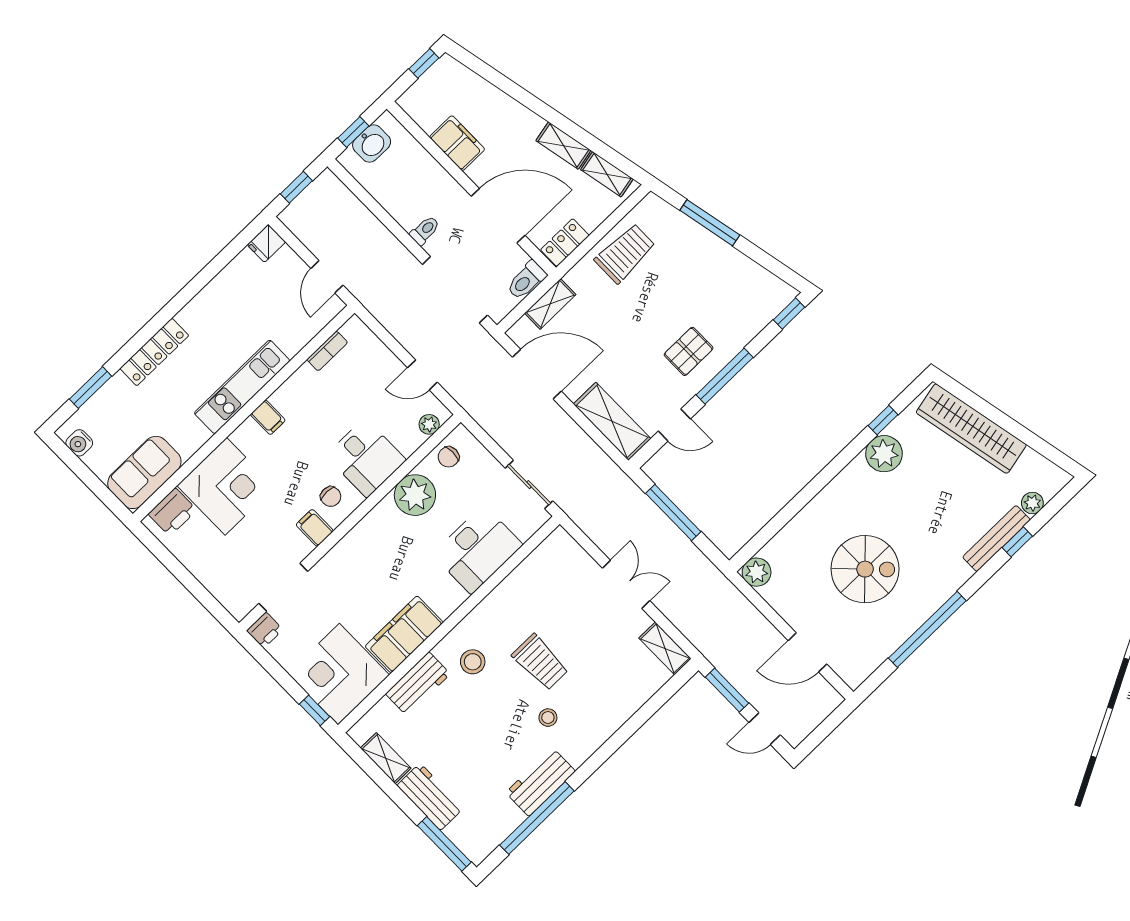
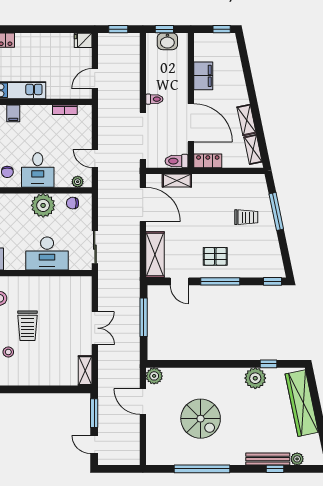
trolley: (625, 253) -> (246, 217), moved, width x0.73, depth x0.72
door: (807, 652) -> (143, 402), moved

